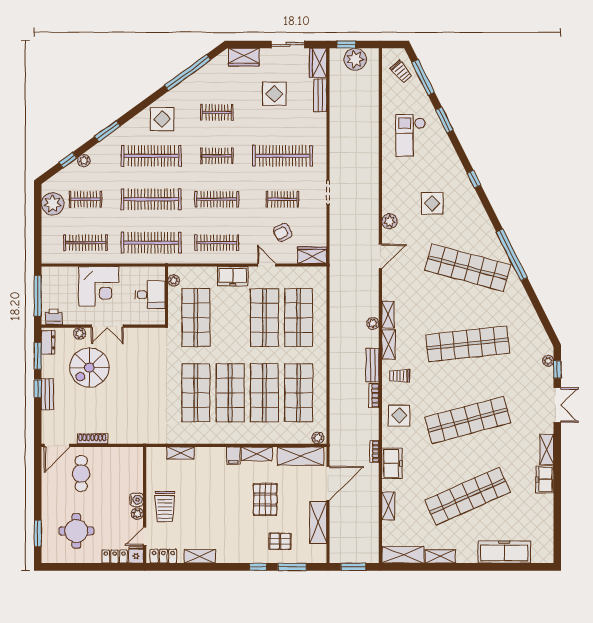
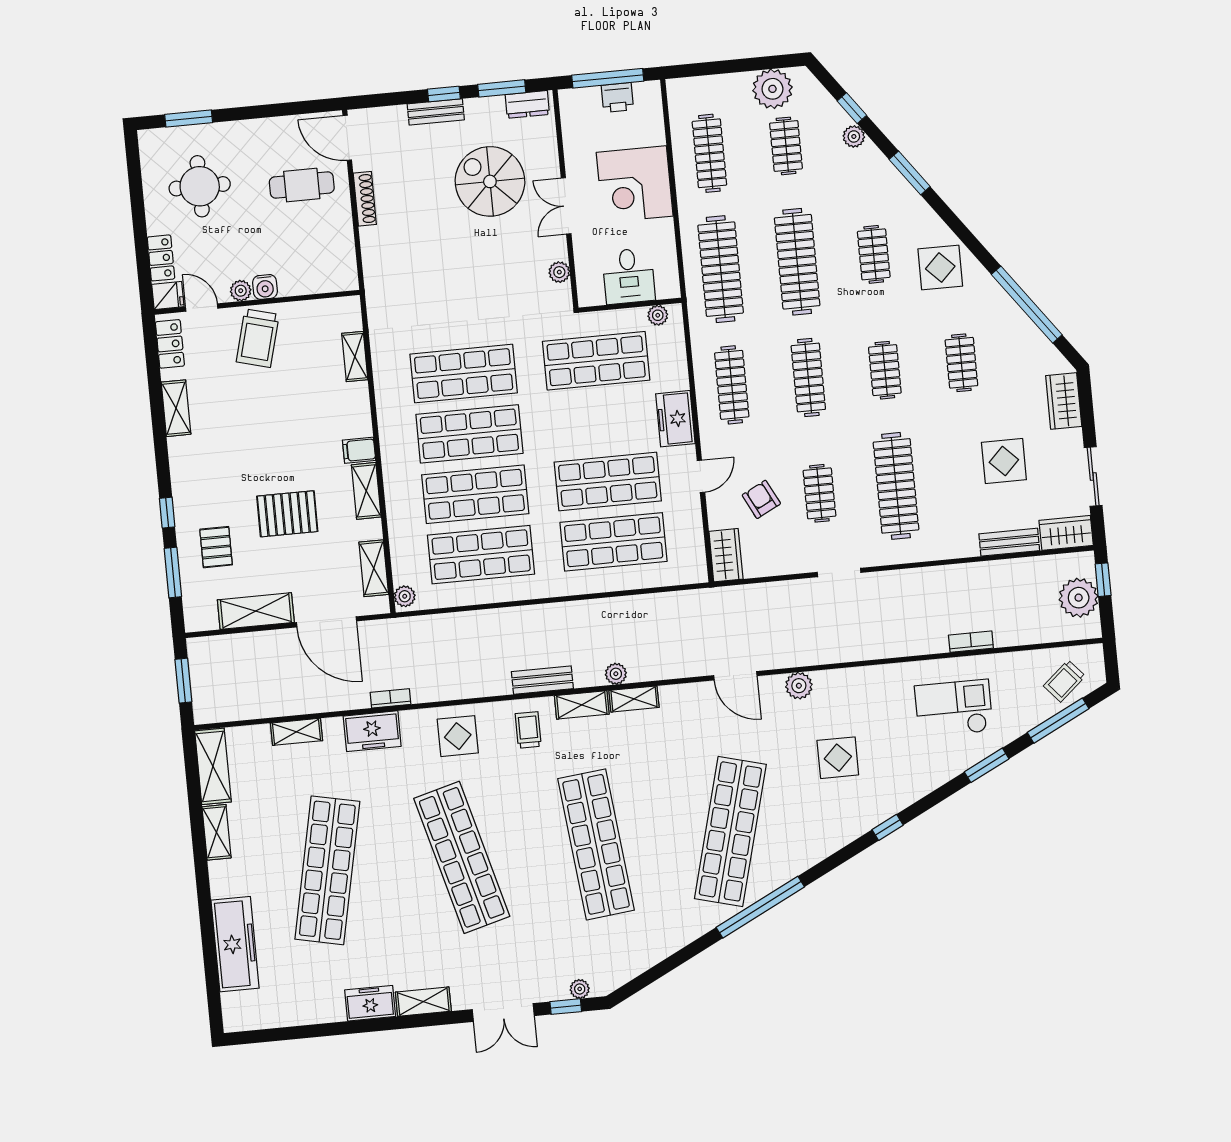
clothes rail: (151, 156) -> (874, 254), width x0.54, depth x0.76
printer: (54, 317) -> (617, 98), moved, turned 90
plant: (80, 333) -> (559, 272), moved
bookcase: (374, 396) -> (971, 642), moved
shelving: (300, 456) -> (374, 568), width x0.67, depth x0.75
shop shelf: (468, 496) -> (327, 870), turned 36
trolley: (165, 507) -> (258, 338), turned -75

